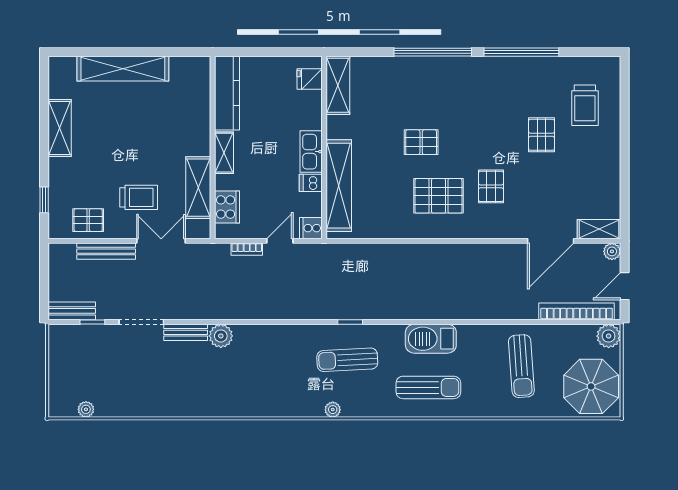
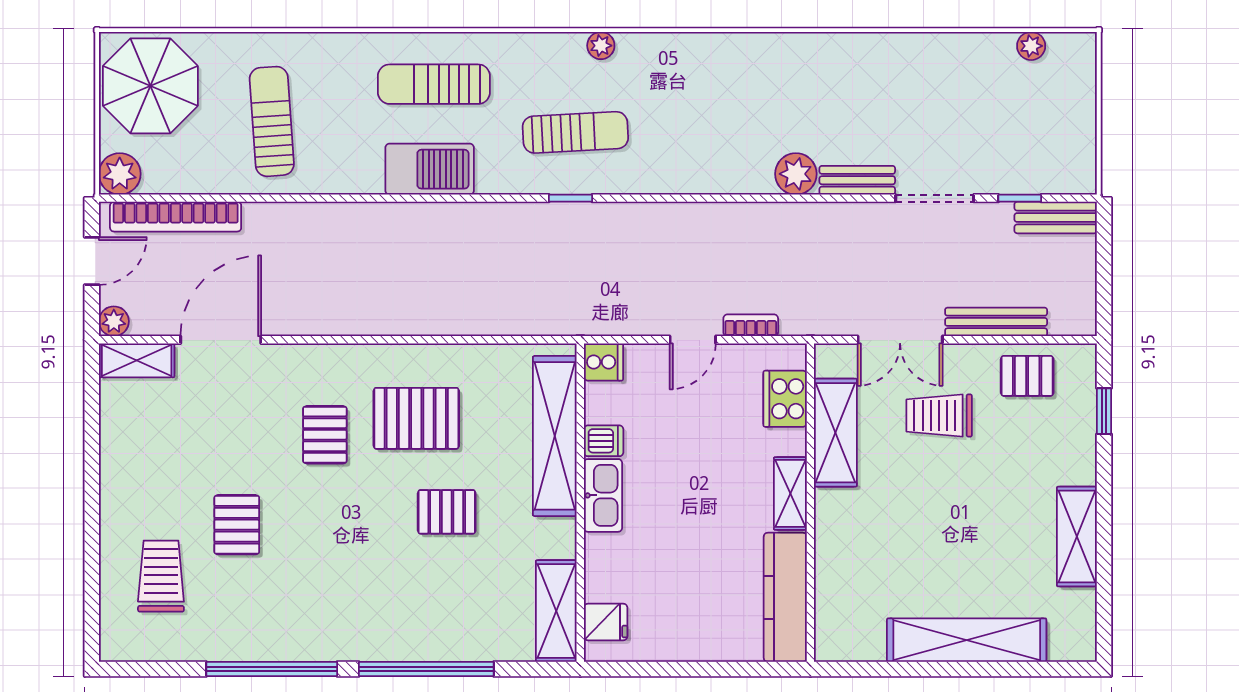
fridge: (310, 79) -> (606, 622), moved
shelving: (338, 85) -> (556, 611), moved
wall: (324, 147) -> (580, 503), moved
kitchen sink: (311, 152) -> (603, 495), moved
dishwasher: (311, 183) -> (604, 441), moved
shelving: (339, 186) -> (555, 436), moved
cooker: (311, 228) -> (603, 362), moved

